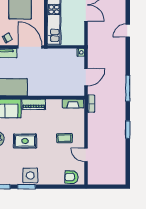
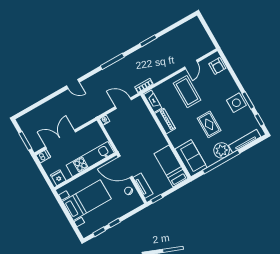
door: (128, 31) -> (73, 84), moved
door: (30, 47) -> (125, 167), hinge flipped
piano: (34, 104) -> (165, 121), moved
coffee table: (64, 138) -> (187, 92), width x1.86, depth x1.72

